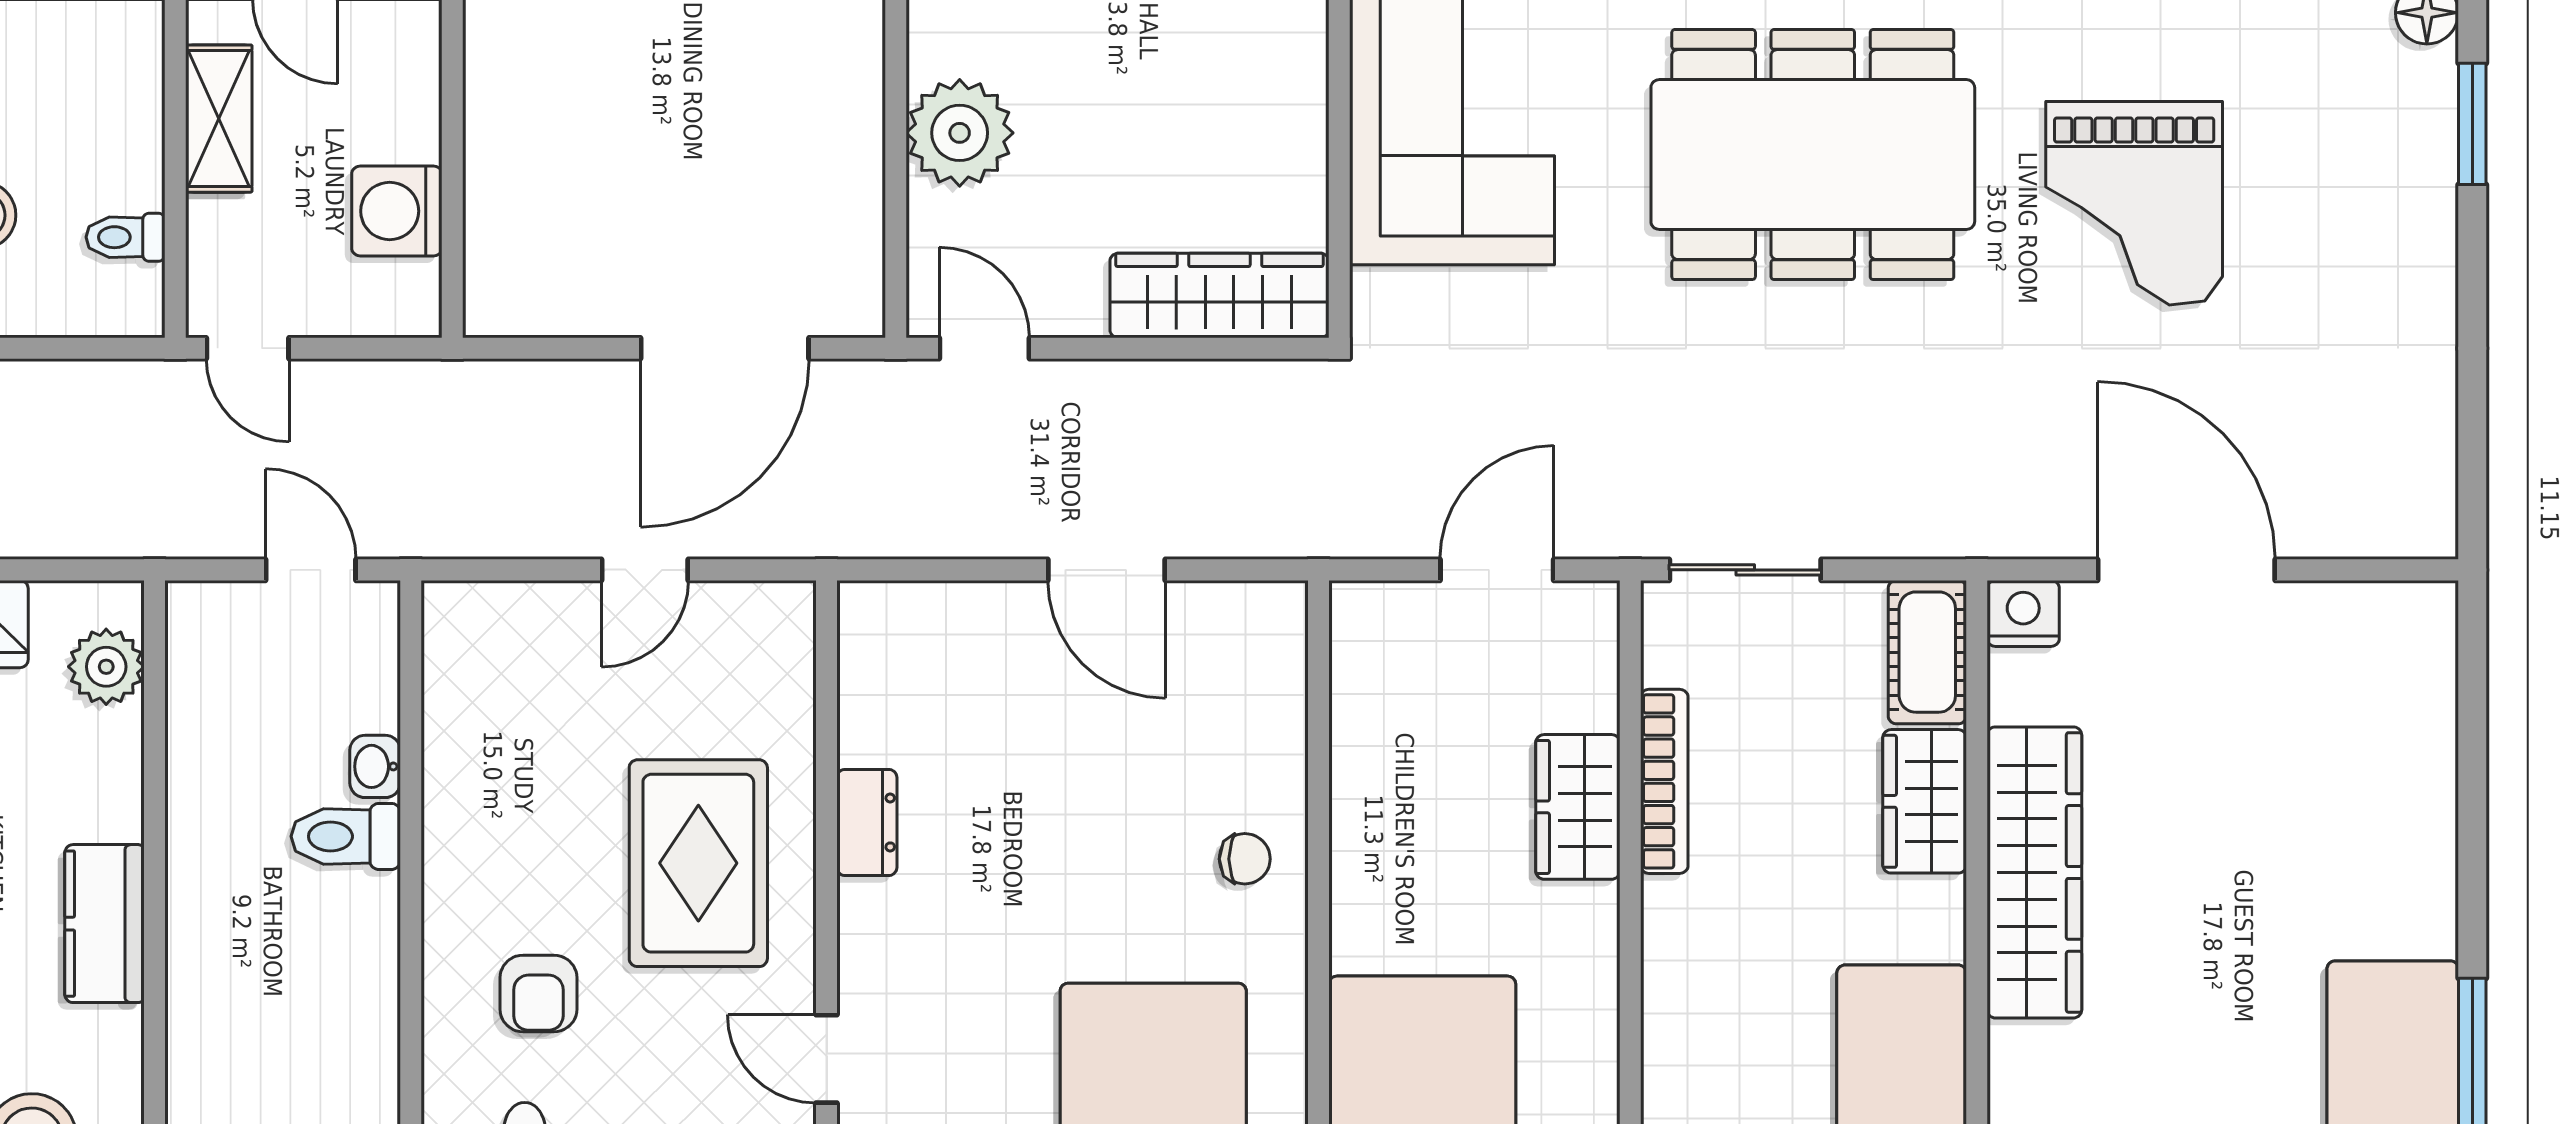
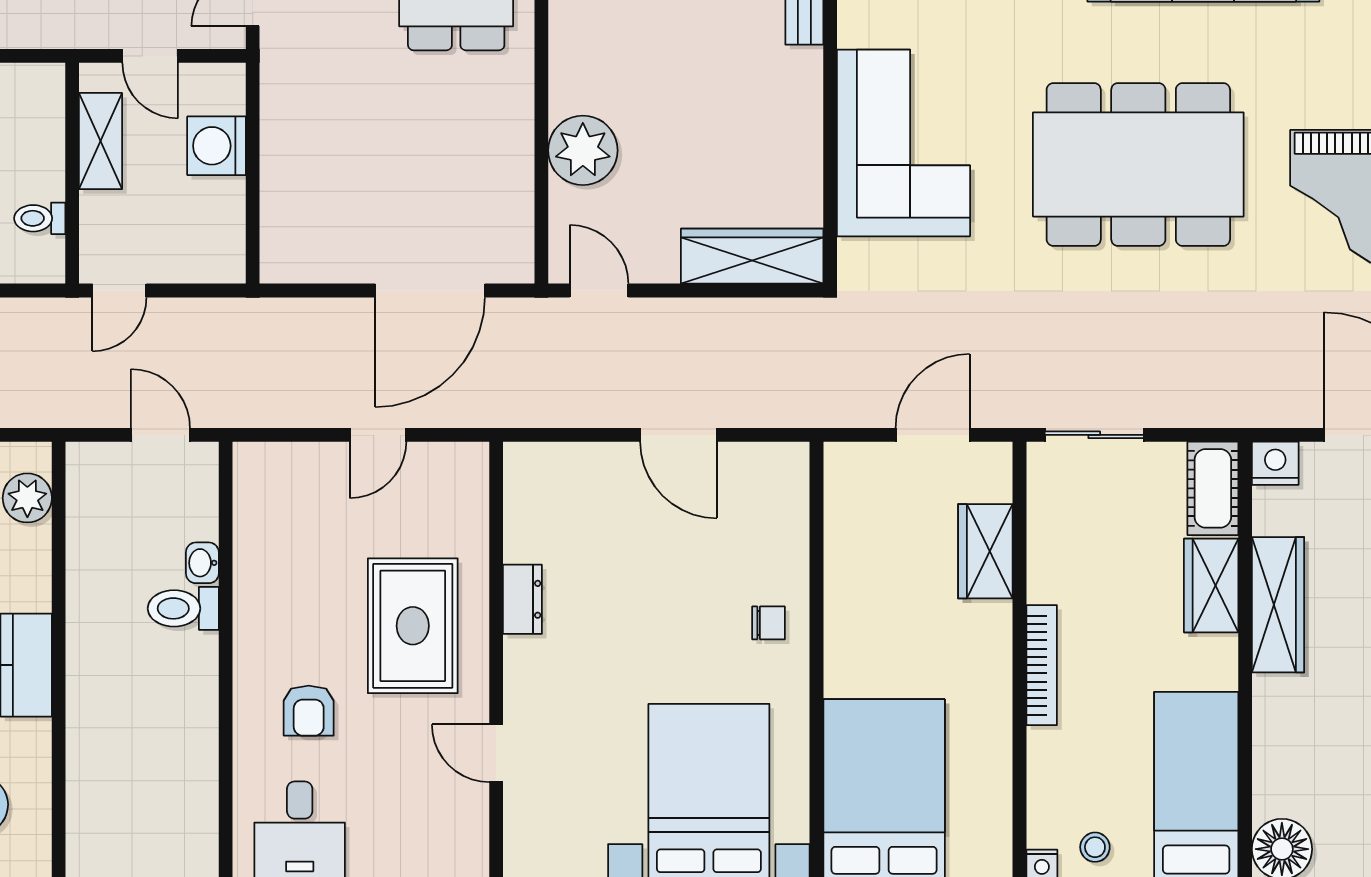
washing machine: (397, 211) -> (217, 146), moved
door: (248, 348) -> (119, 291), hinge flipped
bookcase: (1664, 781) -> (1042, 665), moved
wardrobe: (1578, 807) -> (985, 551), moved
wardrobe: (2034, 872) -> (1278, 605), width x0.71, depth x0.85

